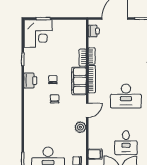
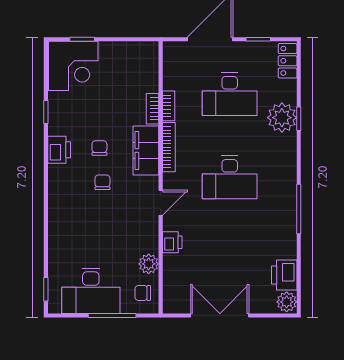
printer: (94, 31) -> (172, 242), moved
plant: (80, 127) -> (149, 264), moved
desk: (126, 143) -> (230, 94), moved, width x1.37
filing cabinet: (95, 154) -> (175, 281), removed

